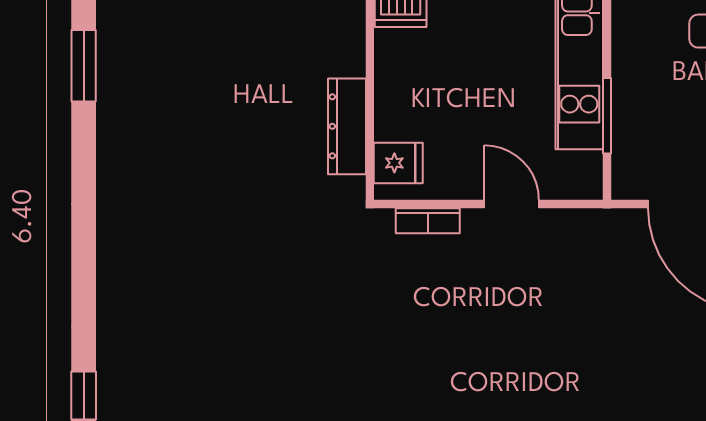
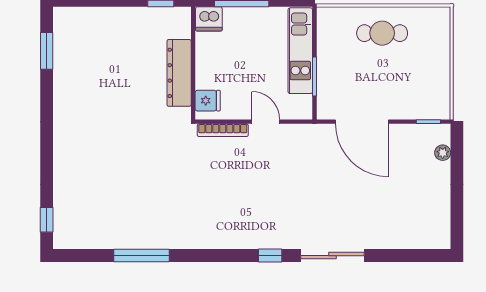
dresser: (347, 126) -> (179, 73), width x1.37, depth x1.24
bookcase: (428, 221) -> (223, 130), width x1.56

